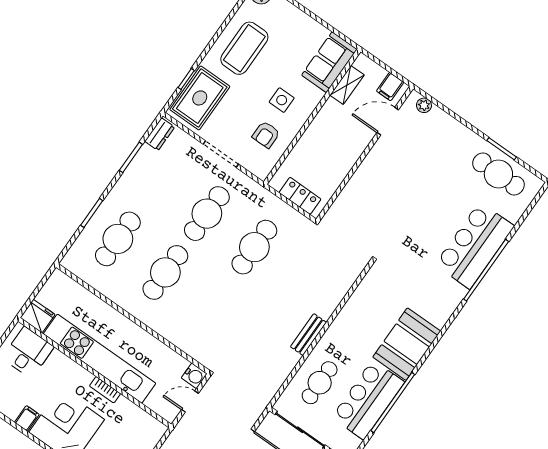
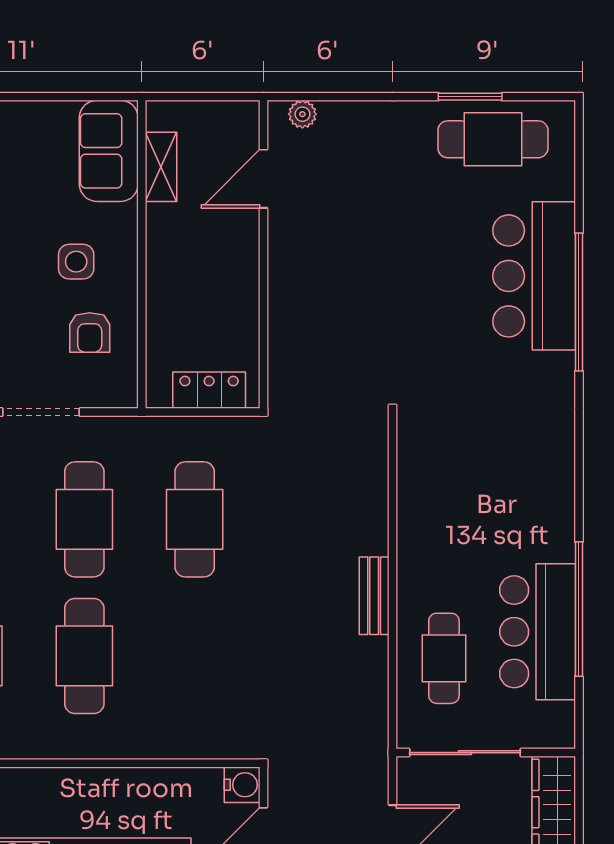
filing cabinet: (390, 87) -> (229, 122), removed
booth: (407, 344) -> (537, 503), removed

